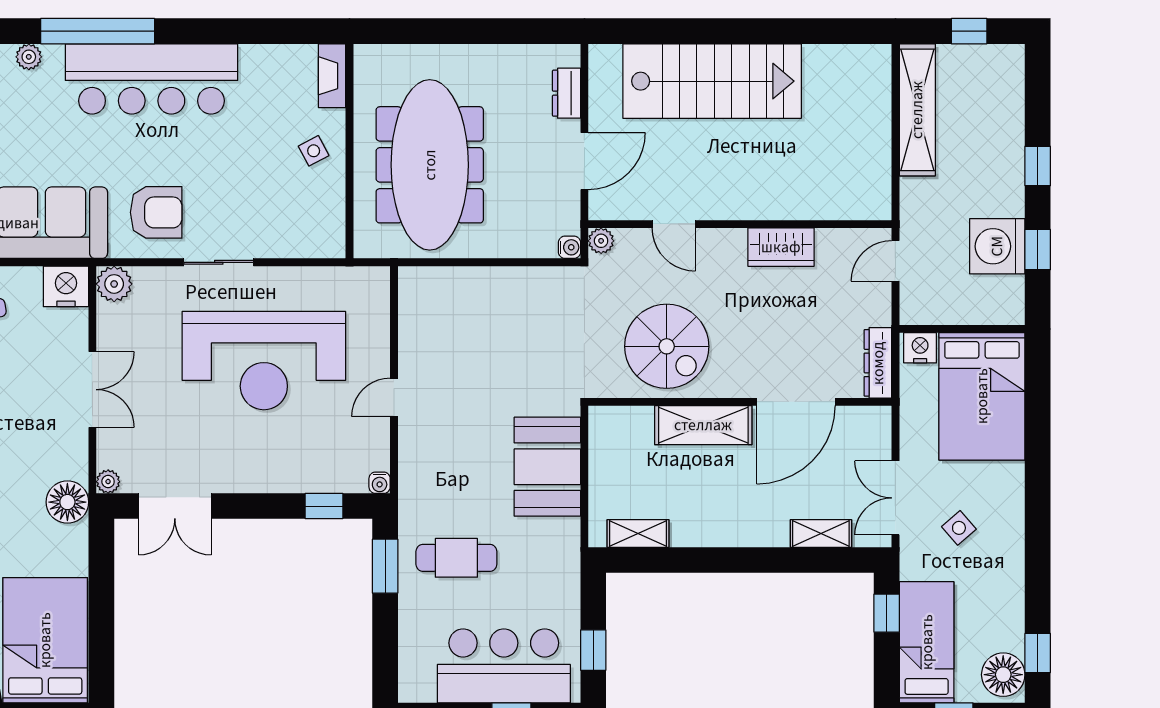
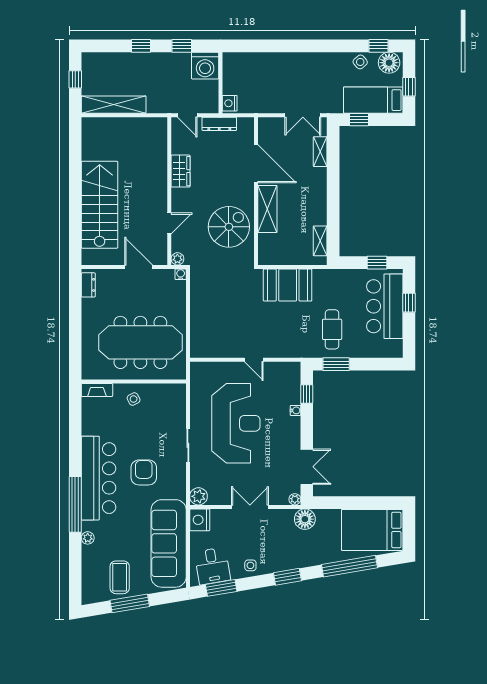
dresser: (567, 93) -> (88, 285), moved, turned -90
armchair: (156, 212) -> (144, 472), moved
washing machine: (997, 246) -> (205, 66), moved
dresser: (878, 363) -> (219, 124), moved
bed: (982, 396) -> (253, 73), removed
water cooler: (380, 483) -> (295, 410), moved
side table: (959, 528) -> (360, 62), moved

